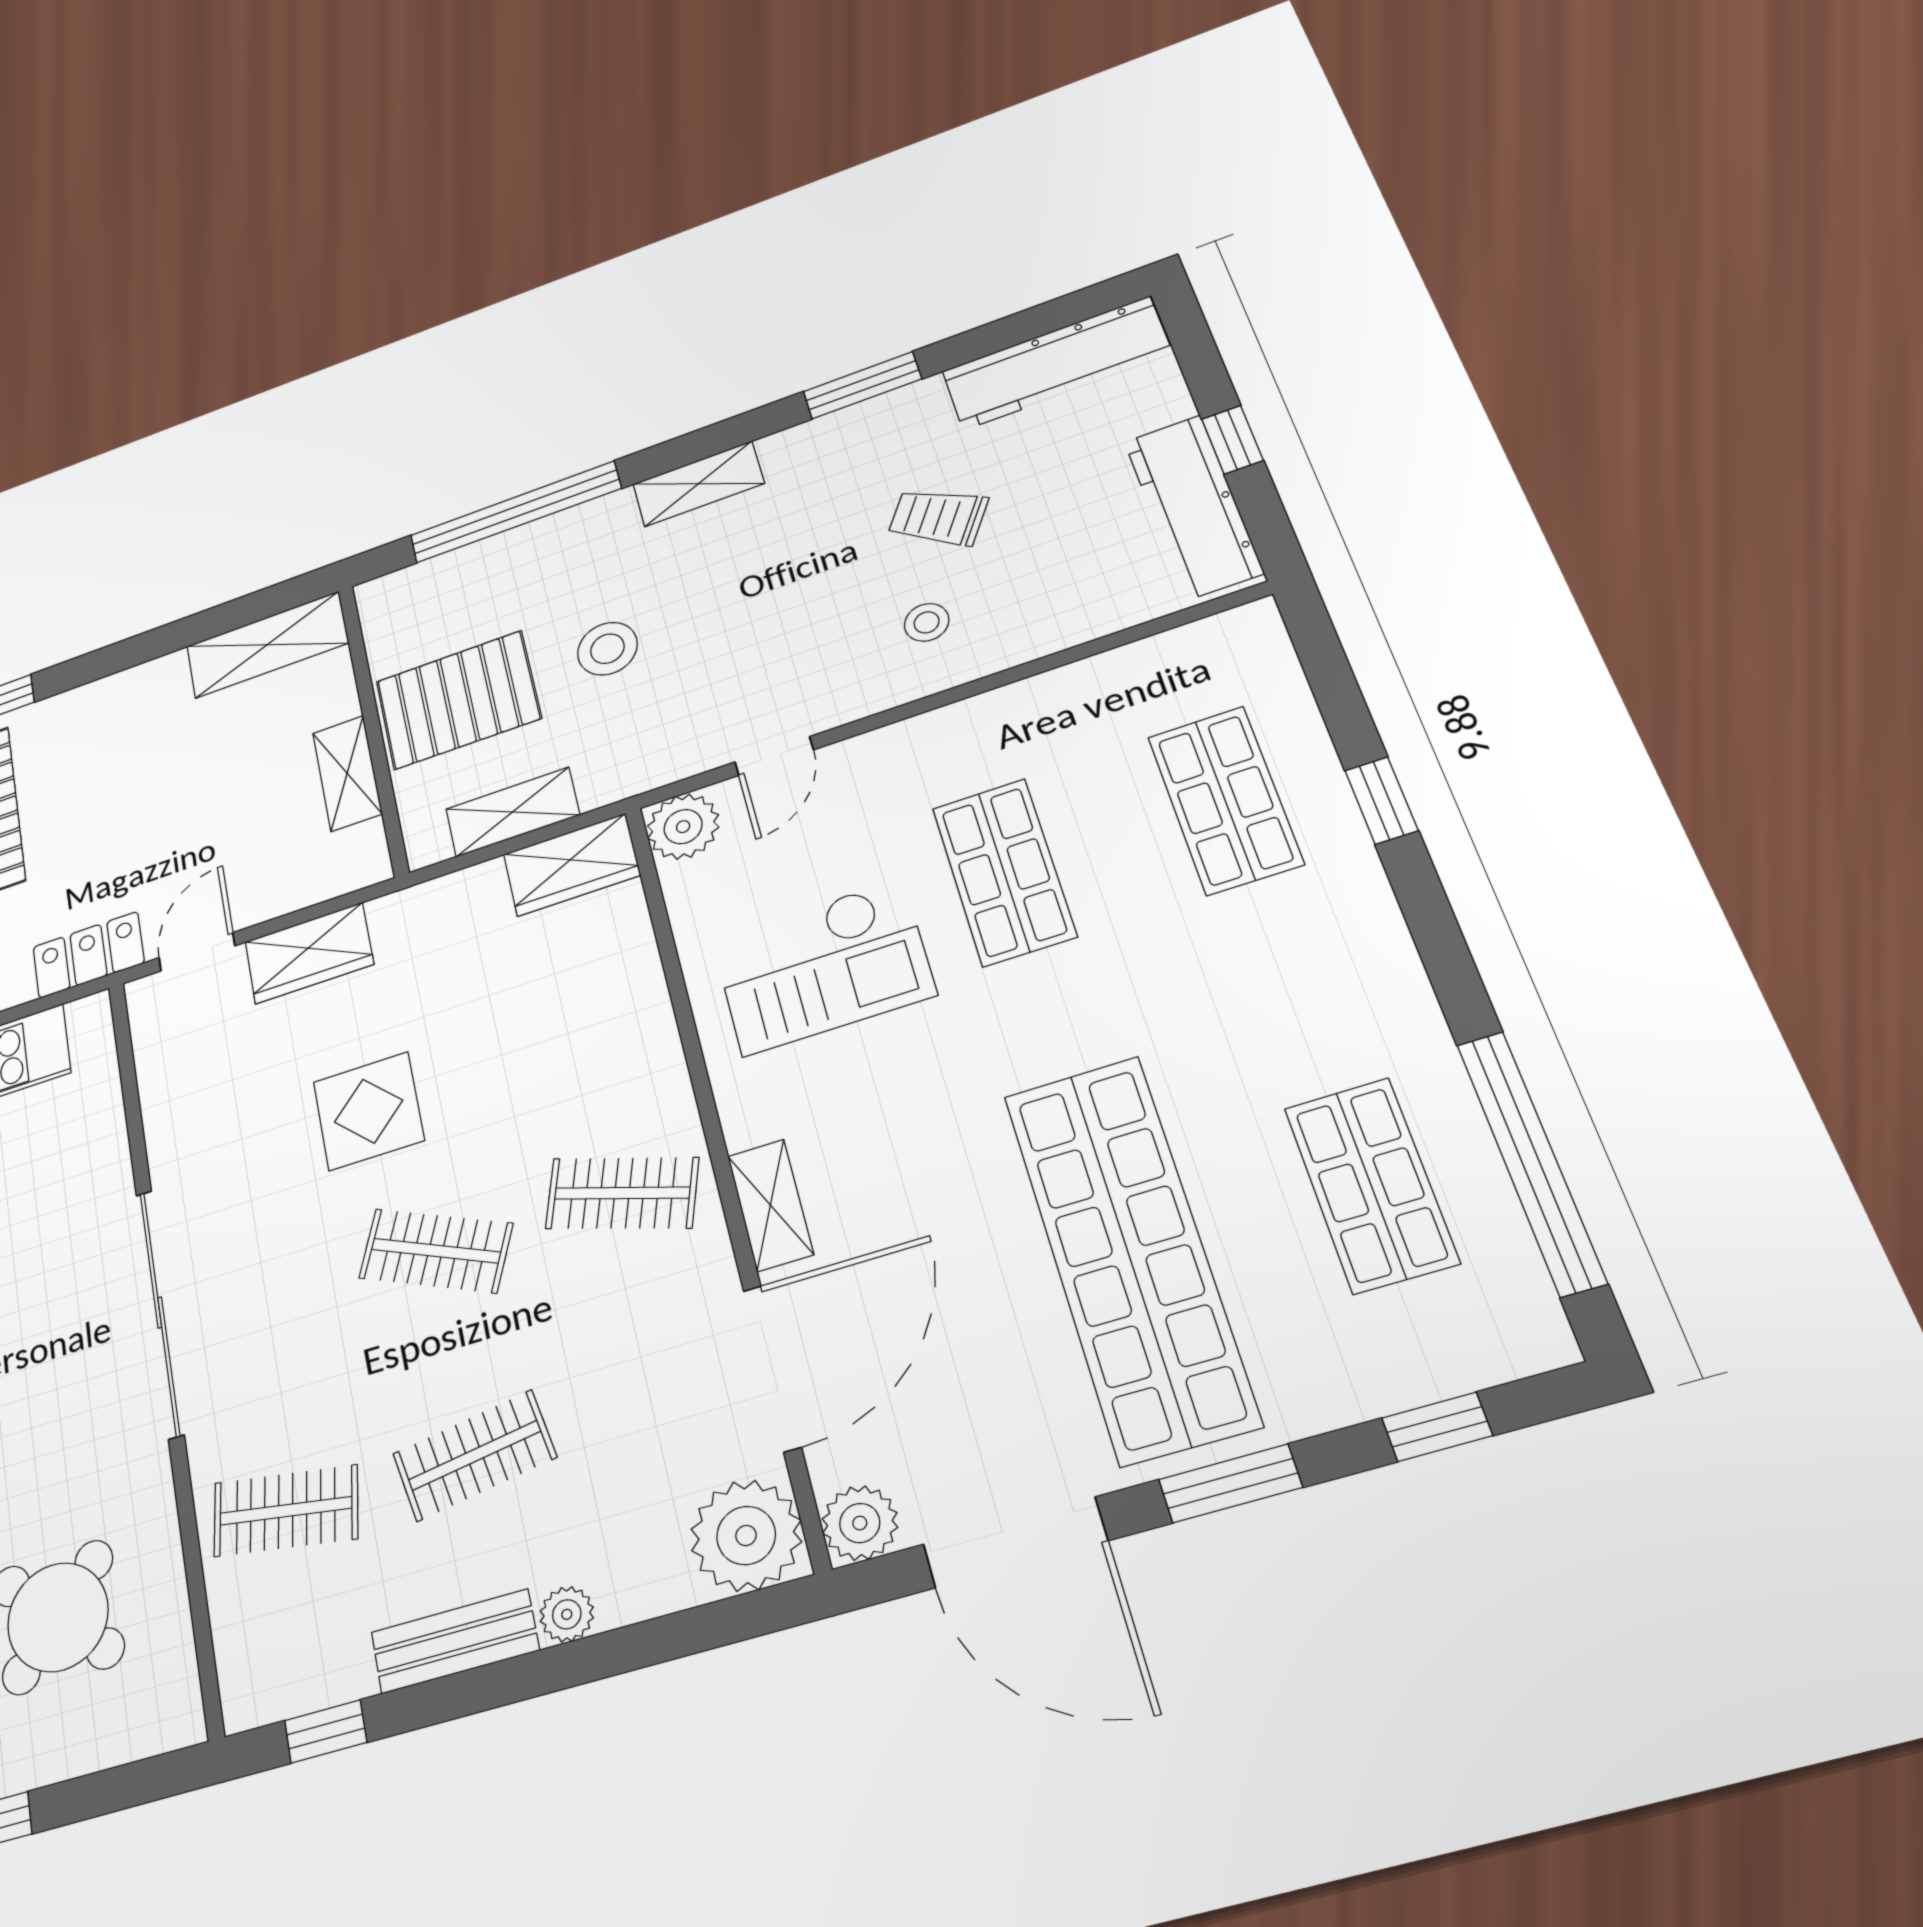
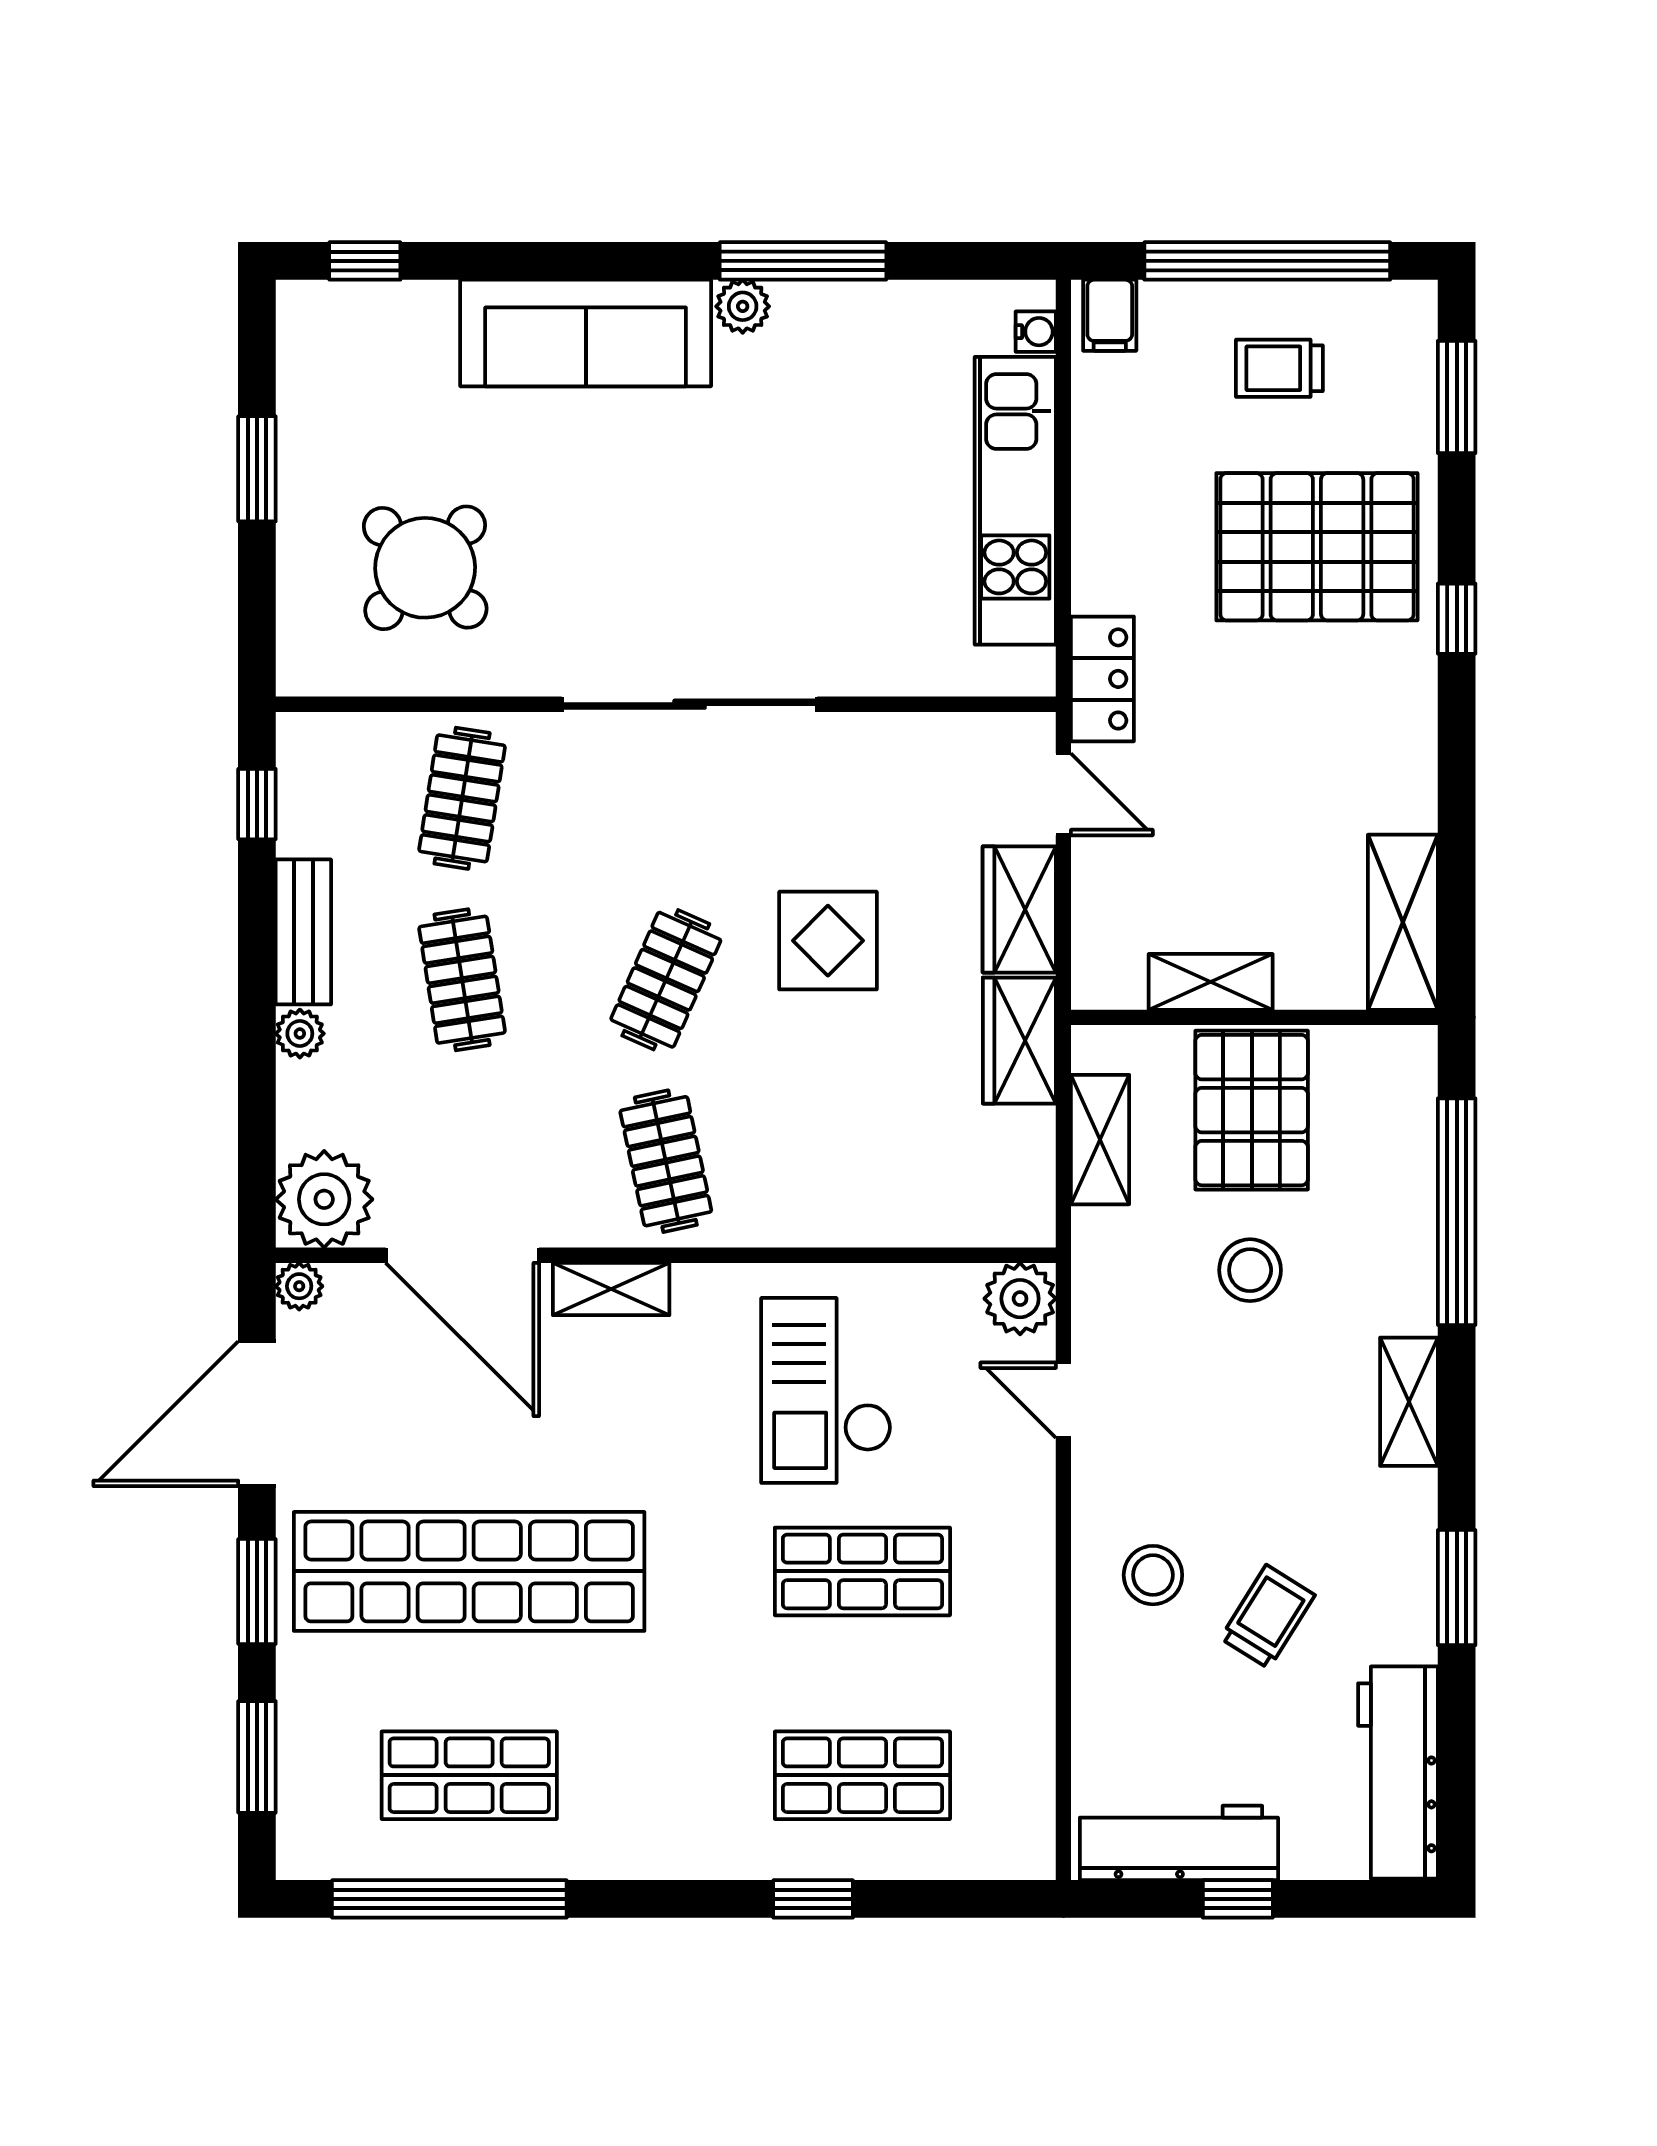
stool: (927, 622) -> (1153, 1575), width x1.37, depth x1.37
wardrobe: (571, 865) -> (1019, 1041), moved
clothes rail: (622, 1193) -> (666, 1161), turned -30
window: (1437, 1427) -> (257, 1757), width x1.50
plant: (860, 1523) -> (299, 1286), width x0.73, depth x0.73

